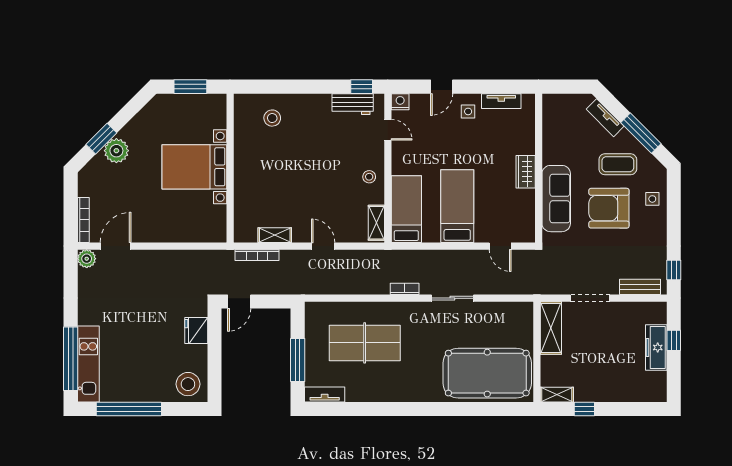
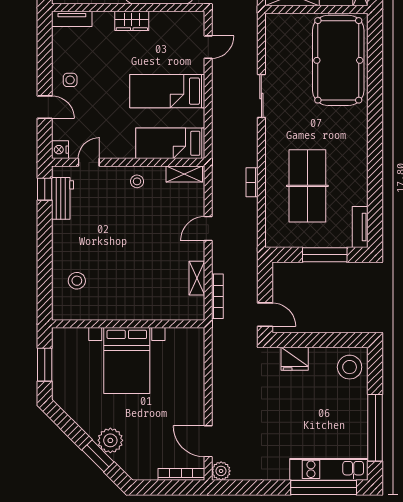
tv unit: (501, 101) -> (72, 19), moved, turned 90
bookcase: (405, 289) -> (252, 182), moved

